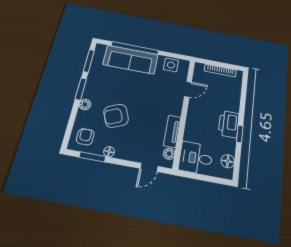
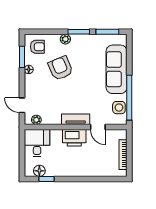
window: (135, 48) -> (129, 98), moved
printer: (229, 124) -> (74, 138), moved, turned 180
tv unit: (172, 131) -> (76, 119), moved
window: (240, 134) -> (47, 179), moved

